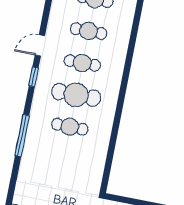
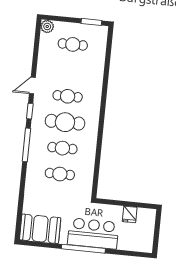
cafe table: (89, 31) -> (60, 174), moved
window: (22, 135) -> (26, 145), moved

